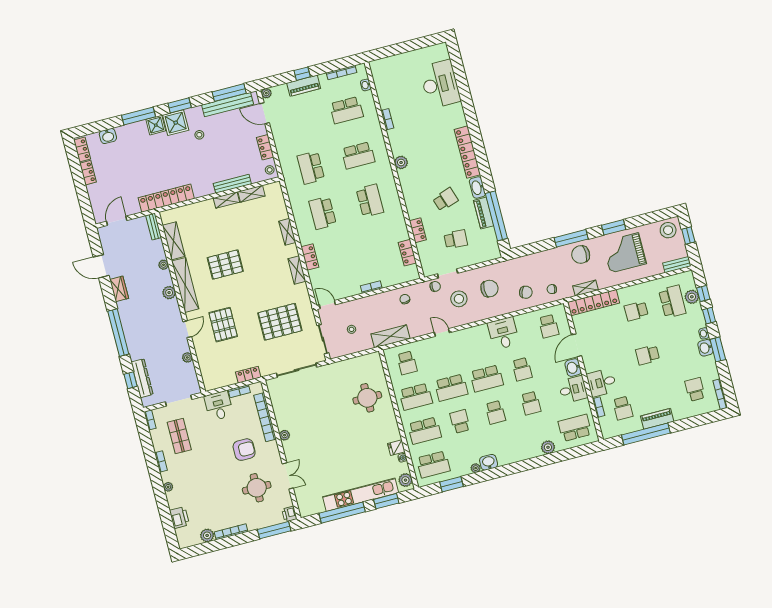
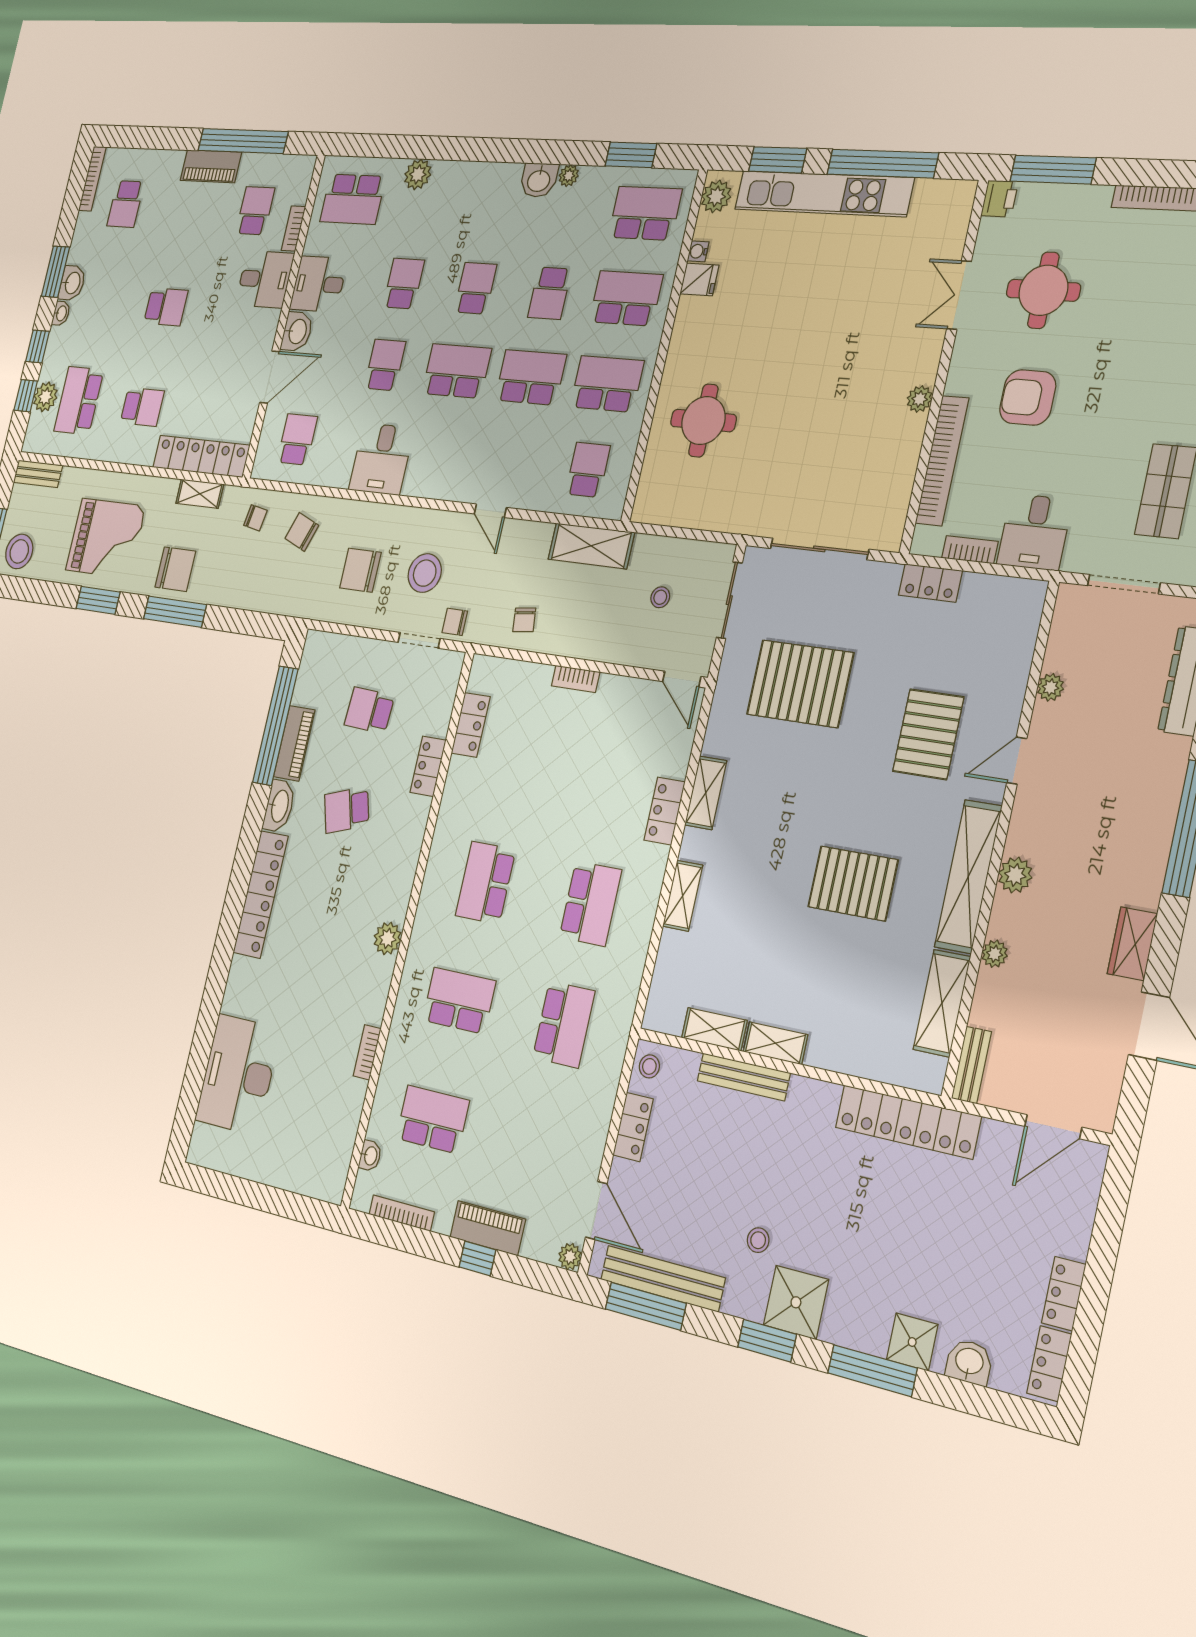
shower: (156, 125) -> (912, 1342), moved

